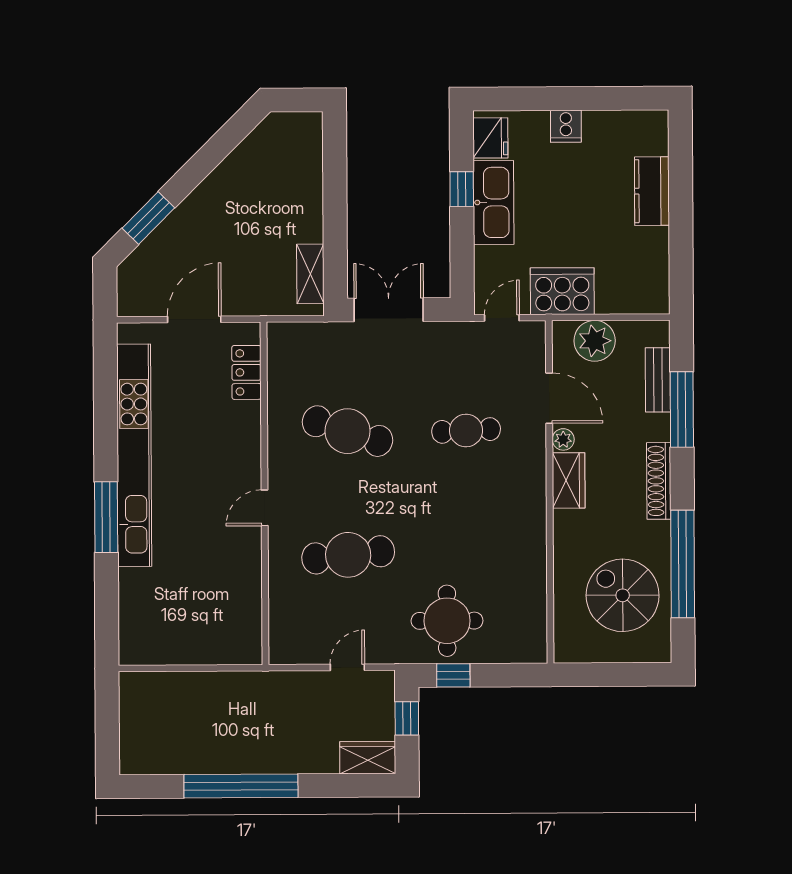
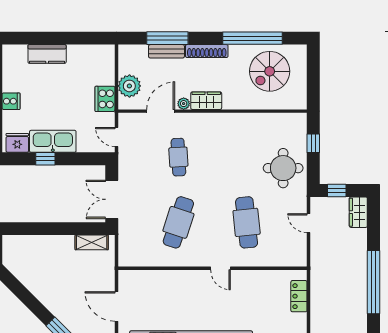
cooker: (562, 291) -> (105, 99), width x0.73, depth x0.76
locker: (247, 372) -> (299, 296), moved, turned 90
bench: (658, 380) -> (166, 51), moved
window: (453, 675) -> (313, 143), moved

